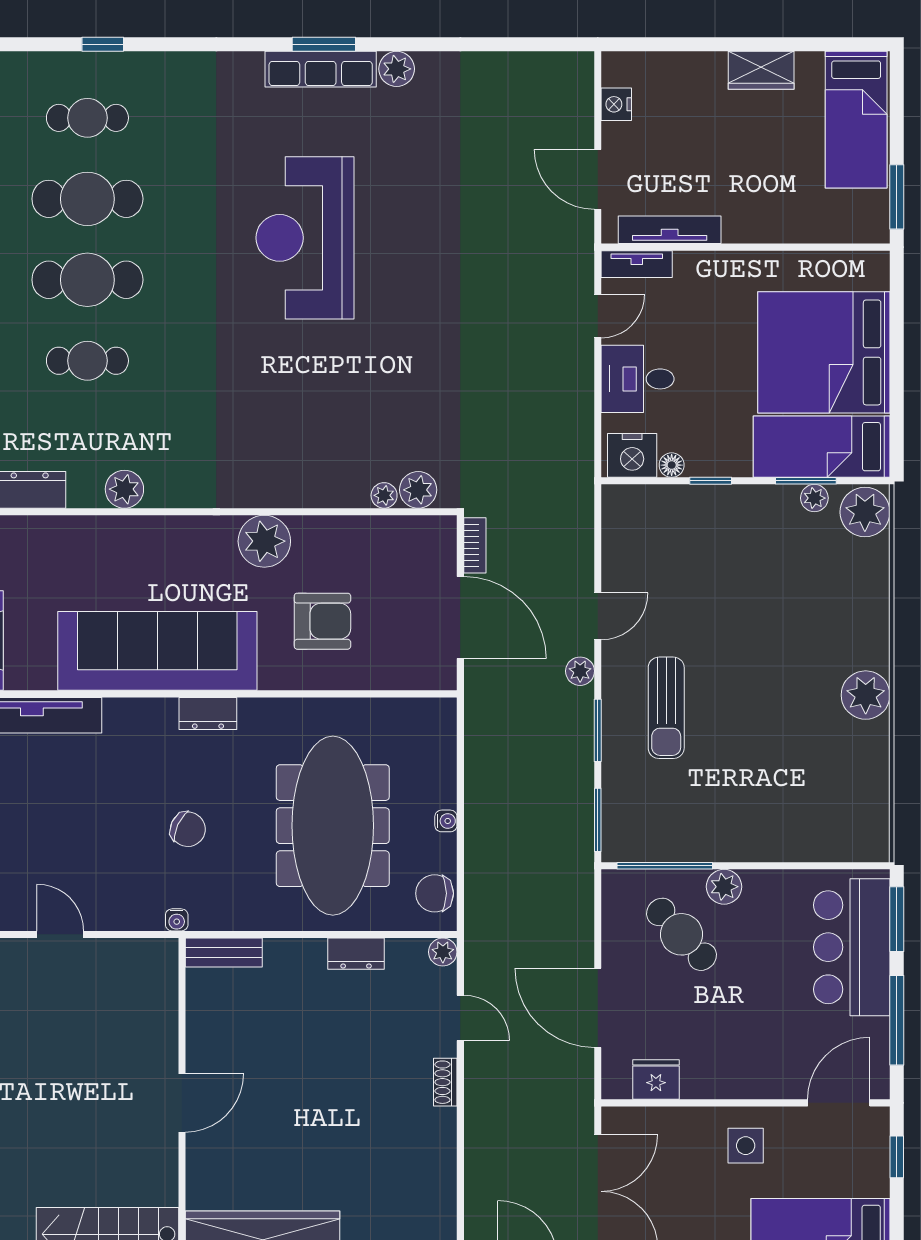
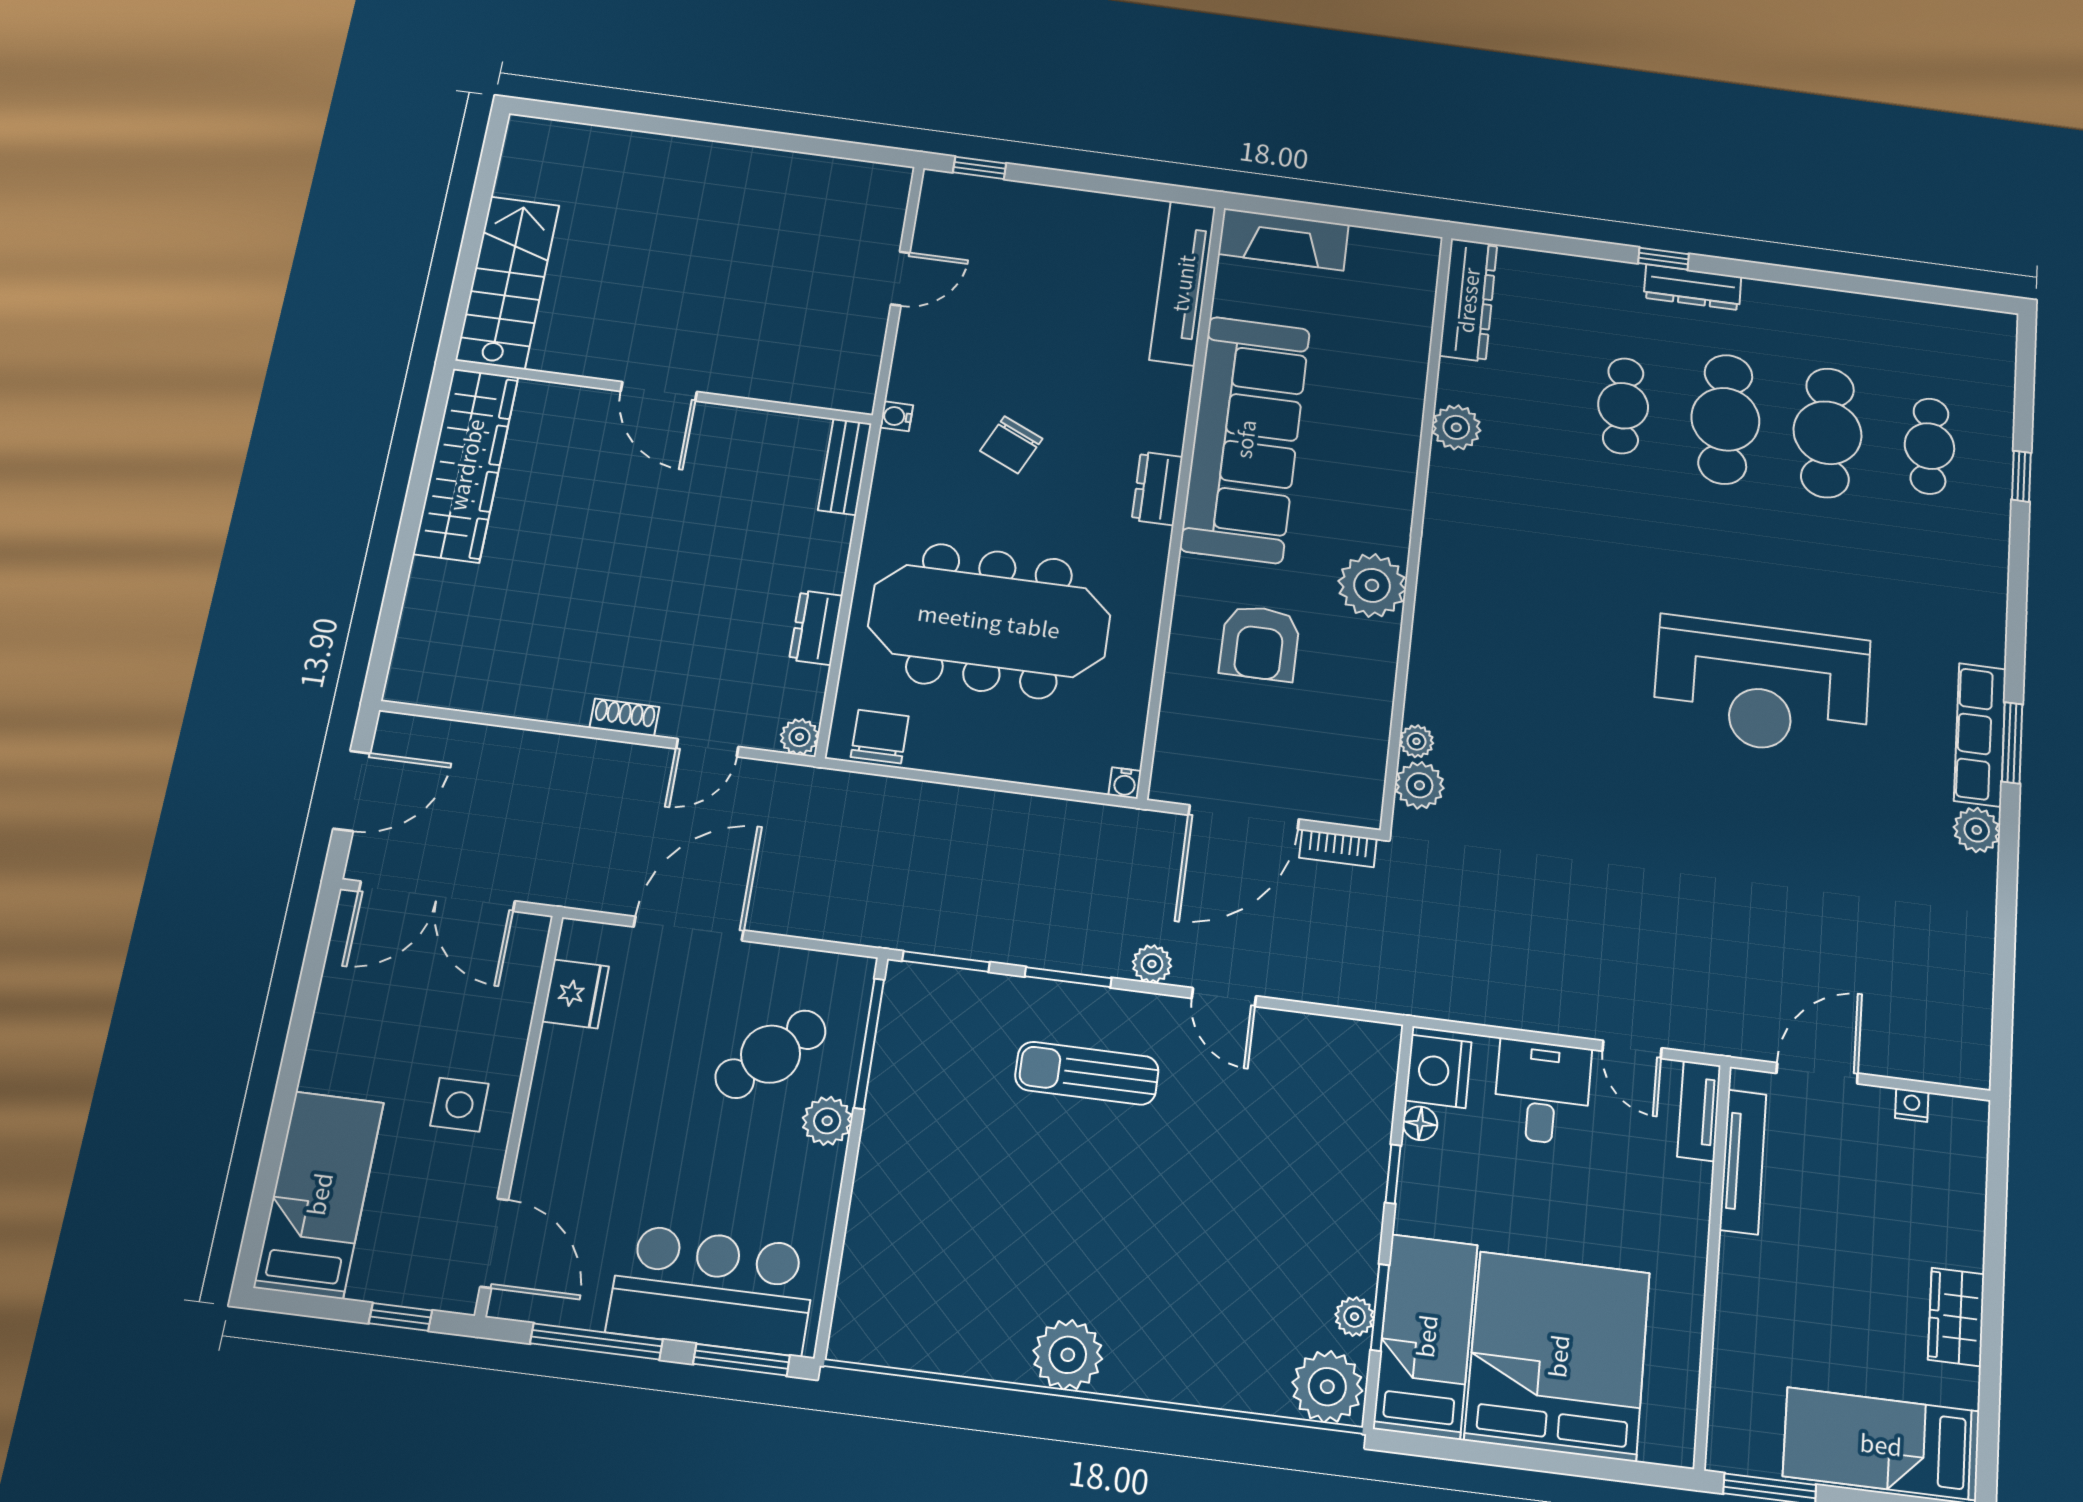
nightstand: (616, 104) -> (1912, 1105), width x0.72, depth x0.74
reception desk: (305, 238) -> (1762, 687), turned 180
water cooler: (446, 821) -> (1125, 783), moved

